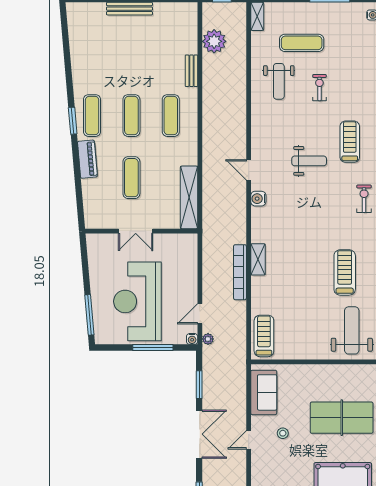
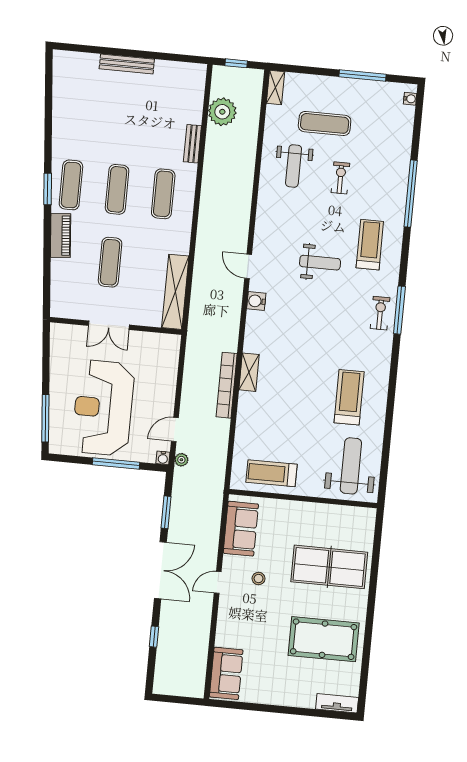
treadmill: (264, 336) -> (271, 473), moved, turned -90

